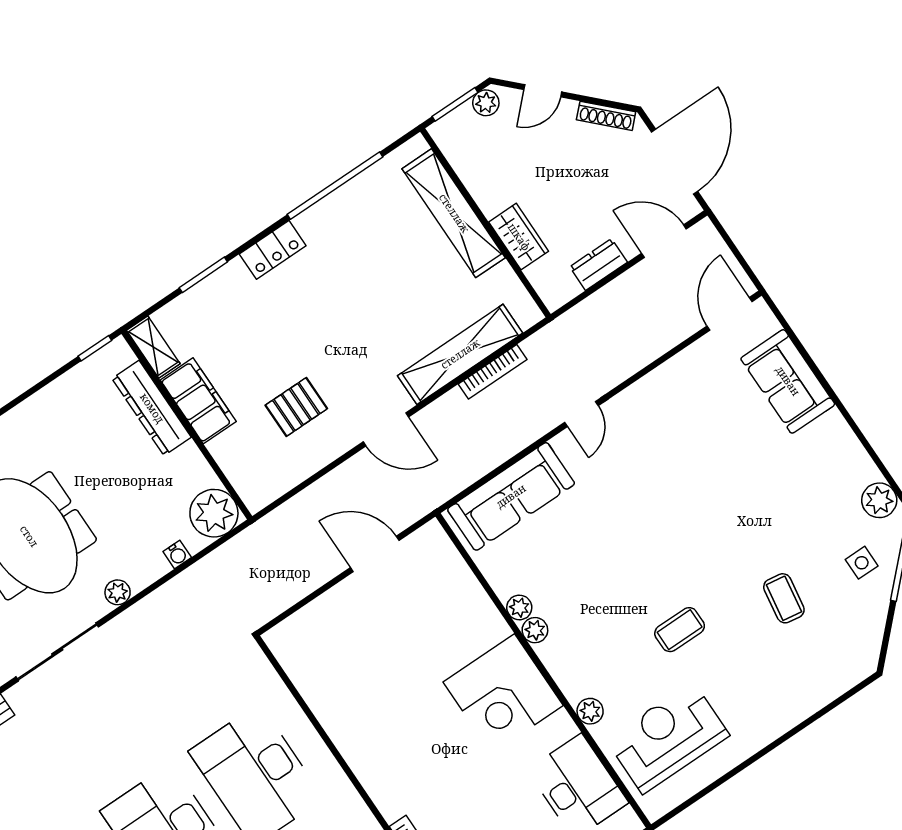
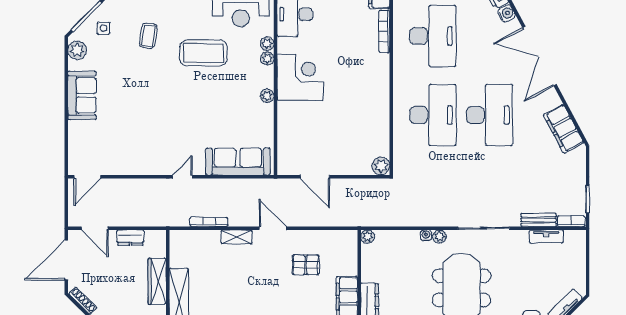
wardrobe: (519, 237) -> (157, 281), width x1.50
shelving: (460, 354) -> (237, 237), width x0.45, depth x0.75
sofa: (788, 381) -> (82, 95), moved
plant: (214, 513) -> (368, 237), width x0.53, depth x0.53
water cooler: (177, 555) -> (426, 235), moved
plant: (519, 607) -> (267, 58), moved
coffee table: (680, 630) -> (203, 53), width x1.86, depth x1.72
plant: (284, 641) -> (381, 166), added

